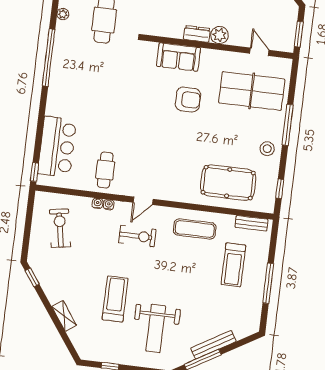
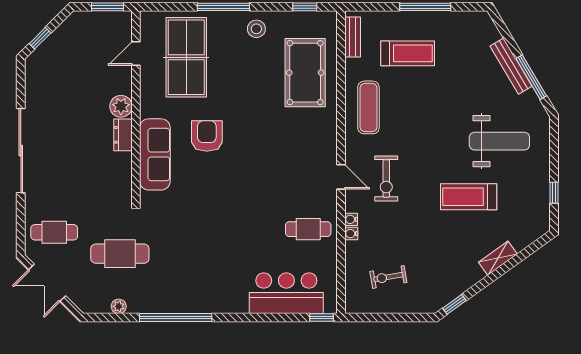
sofa: (178, 57) -> (155, 154), width x1.36
exercise bike: (60, 228) -> (388, 277), width x0.73, depth x0.72
exercise bike: (137, 236) -> (386, 178), turned 180

